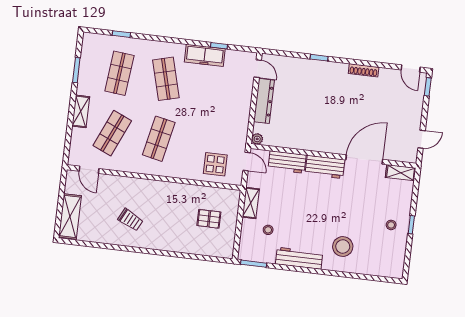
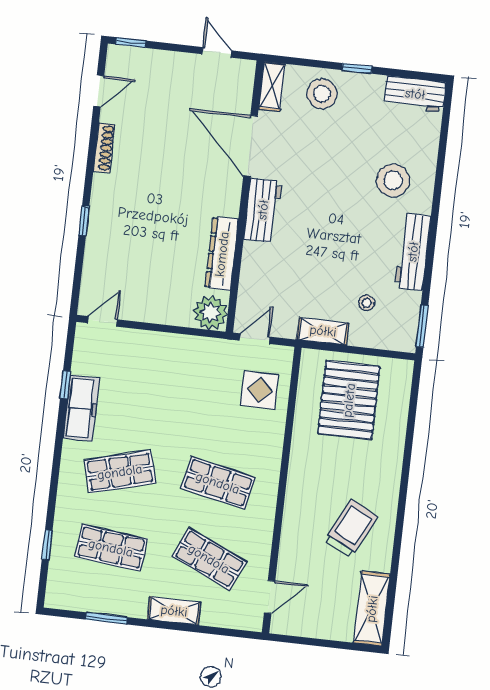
door: (411, 69) -> (99, 91), moved
dresser: (264, 101) -> (222, 254), moved, turned -90
plant: (257, 139) -> (211, 313), width x1.88, depth x1.88
workbench: (287, 162) -> (415, 94), moved, turned 90
shelving: (70, 216) -> (372, 609), moved, turned 90
pallet: (209, 219) -> (349, 400), width x2.05, depth x2.00
trolley: (130, 220) -> (351, 528), width x1.36, depth x1.39
stool: (391, 225) -> (322, 94), moved, width x1.89, depth x1.89

